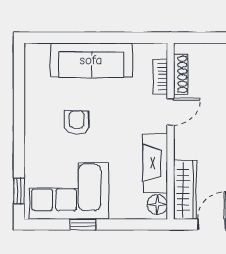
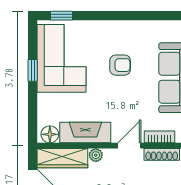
door: (170, 112) -> (129, 146), swing flipped
plant: (181, 151) -> (96, 155), added

